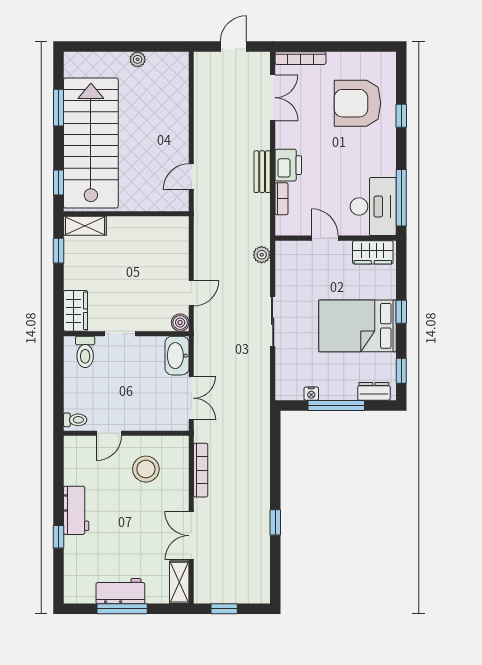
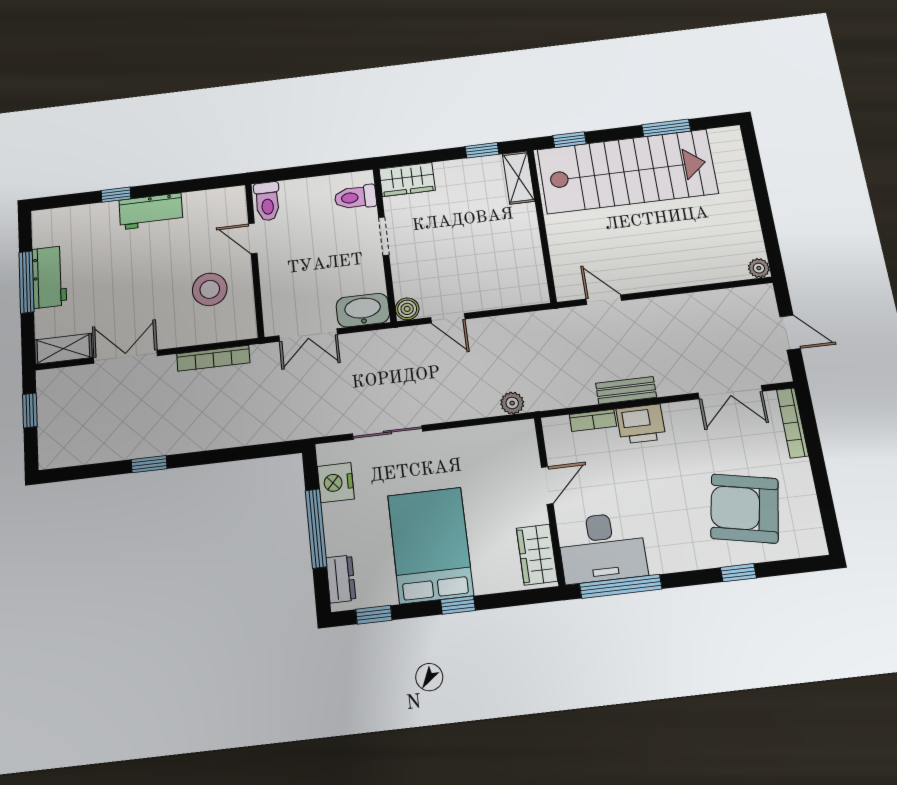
plant: (138, 59) -> (759, 268), moved
armchair: (357, 103) -> (745, 508), turned -79
sliding door: (273, 321) -> (387, 432), moved
nightstand: (311, 394) -> (336, 483), width x1.89, depth x1.79
toilet: (75, 420) -> (267, 201), width x1.37, depth x1.39

